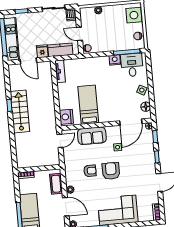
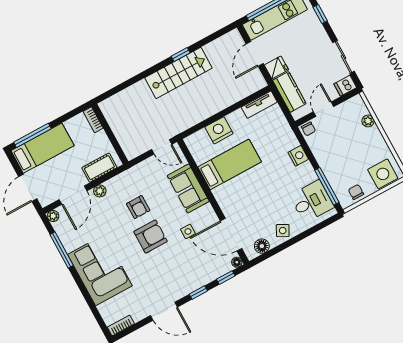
nightstand: (115, 60) -> (298, 156), moved
nightstand: (66, 117) -> (219, 130), moved

